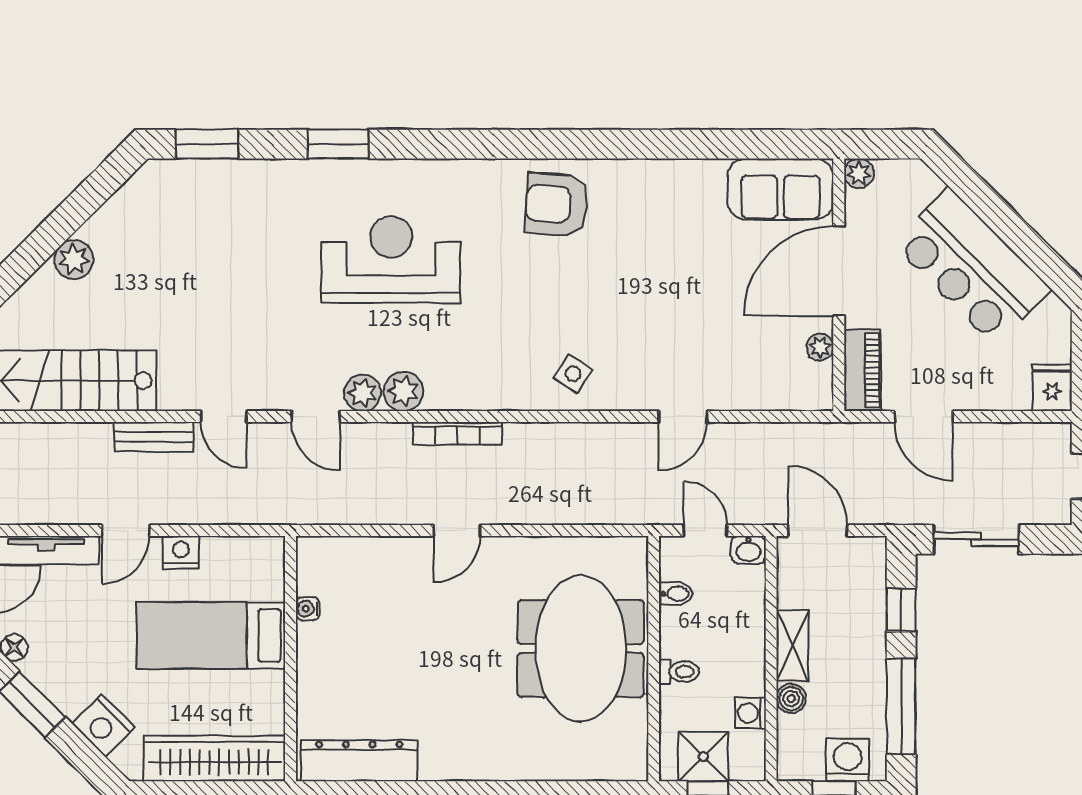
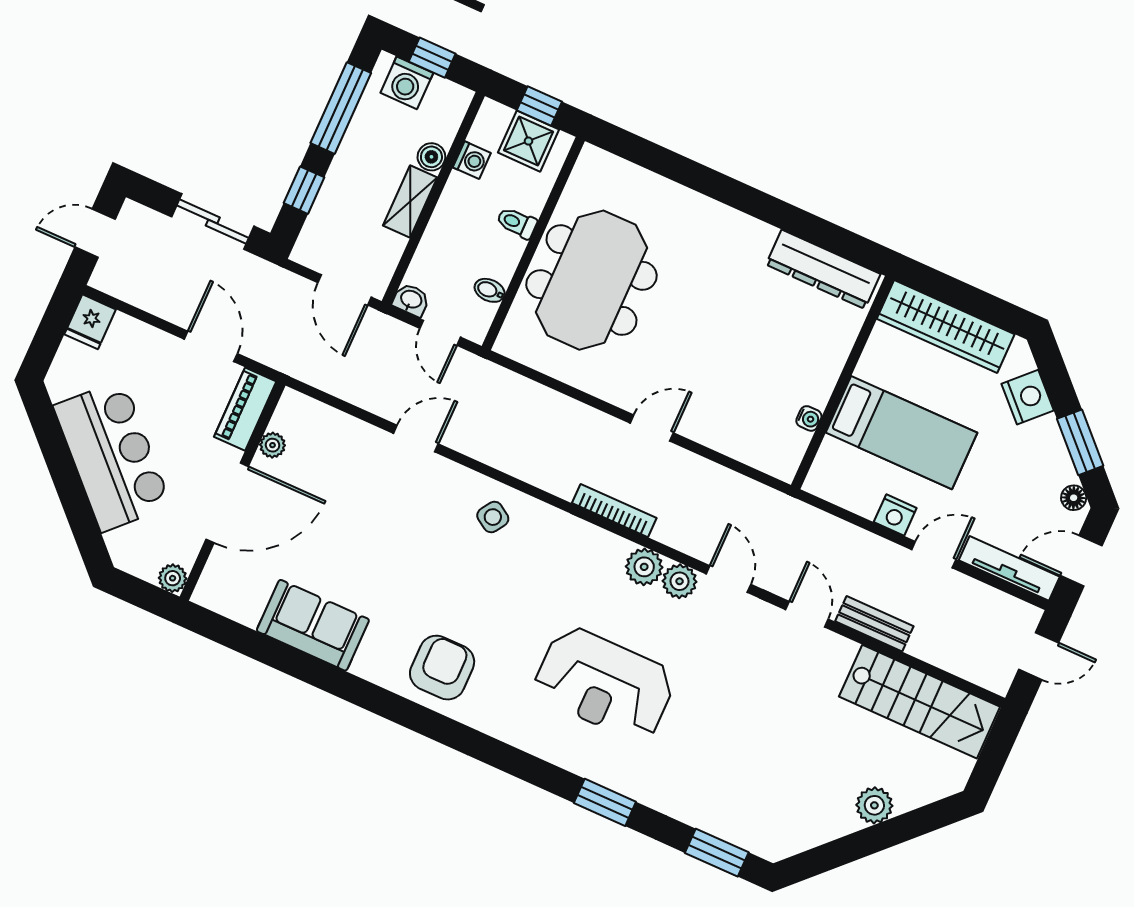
sofa: (781, 189) -> (313, 625), moved
armchair: (557, 204) -> (442, 668), turned -94

